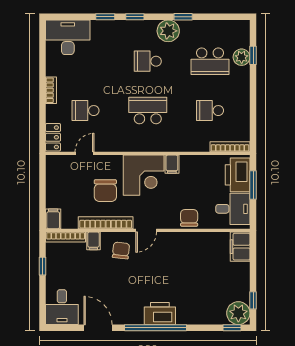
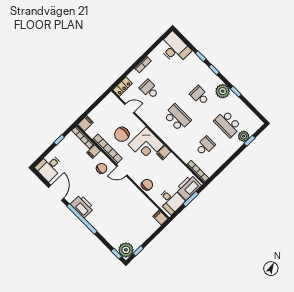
school desk: (210, 111) -> (205, 146), turned 90
filing cabinet: (240, 247) -> (160, 218), width x0.50
printer: (160, 314) -> (82, 206), moved

